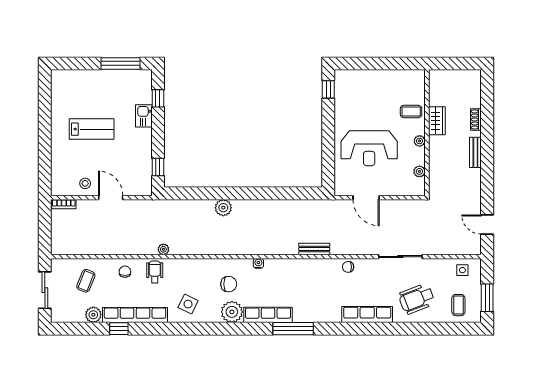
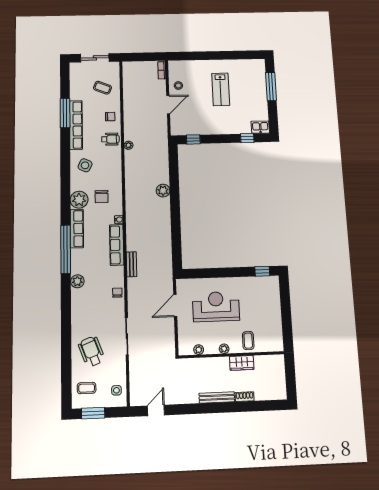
window: (121, 63) -> (271, 86), moved
kitchen sink: (144, 116) -> (260, 127), moved
reception desk: (369, 148) -> (216, 307), turned 90
bench: (475, 152) -> (217, 397), width x1.36
plant: (93, 315) -> (77, 281), moved
row of seats: (367, 315) -> (117, 245), moved, turned 180
window: (119, 329) -> (65, 113), width x2.17
window: (293, 329) -> (66, 249), width x1.46

